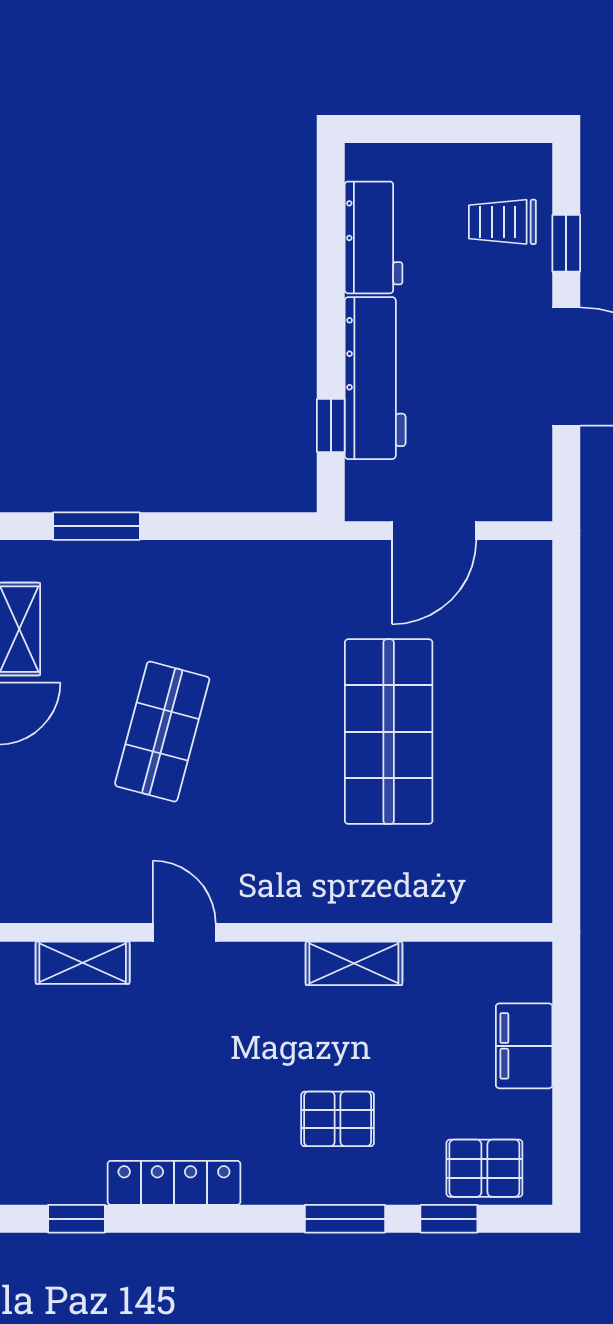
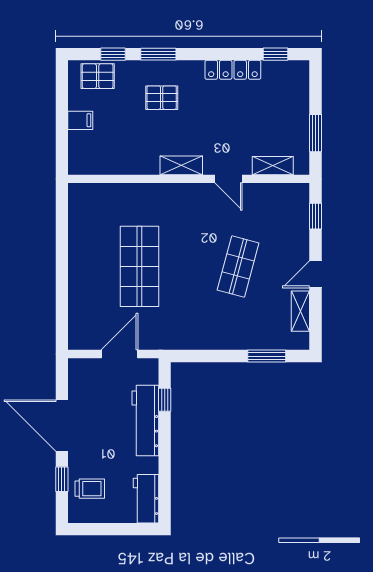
workbench: (374, 237) -> (146, 499), moved
shelving: (354, 963) -> (181, 165), moved
filing cabinet: (524, 1046) -> (80, 120), width x0.50

